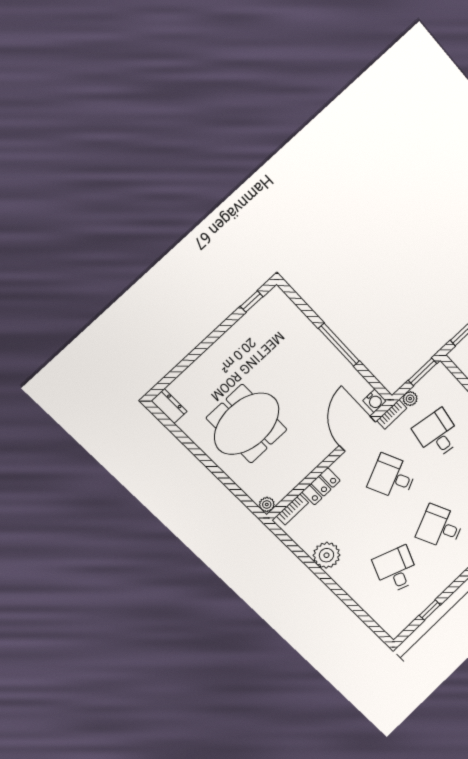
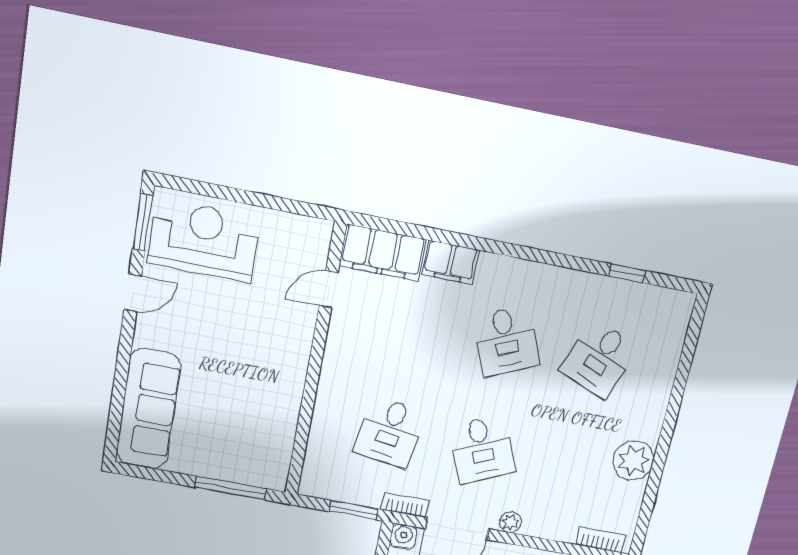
window: (422, 372) -> (354, 510), moved
plant: (410, 399) -> (510, 522), moved
locker: (321, 486) -> (550, 526), removed

